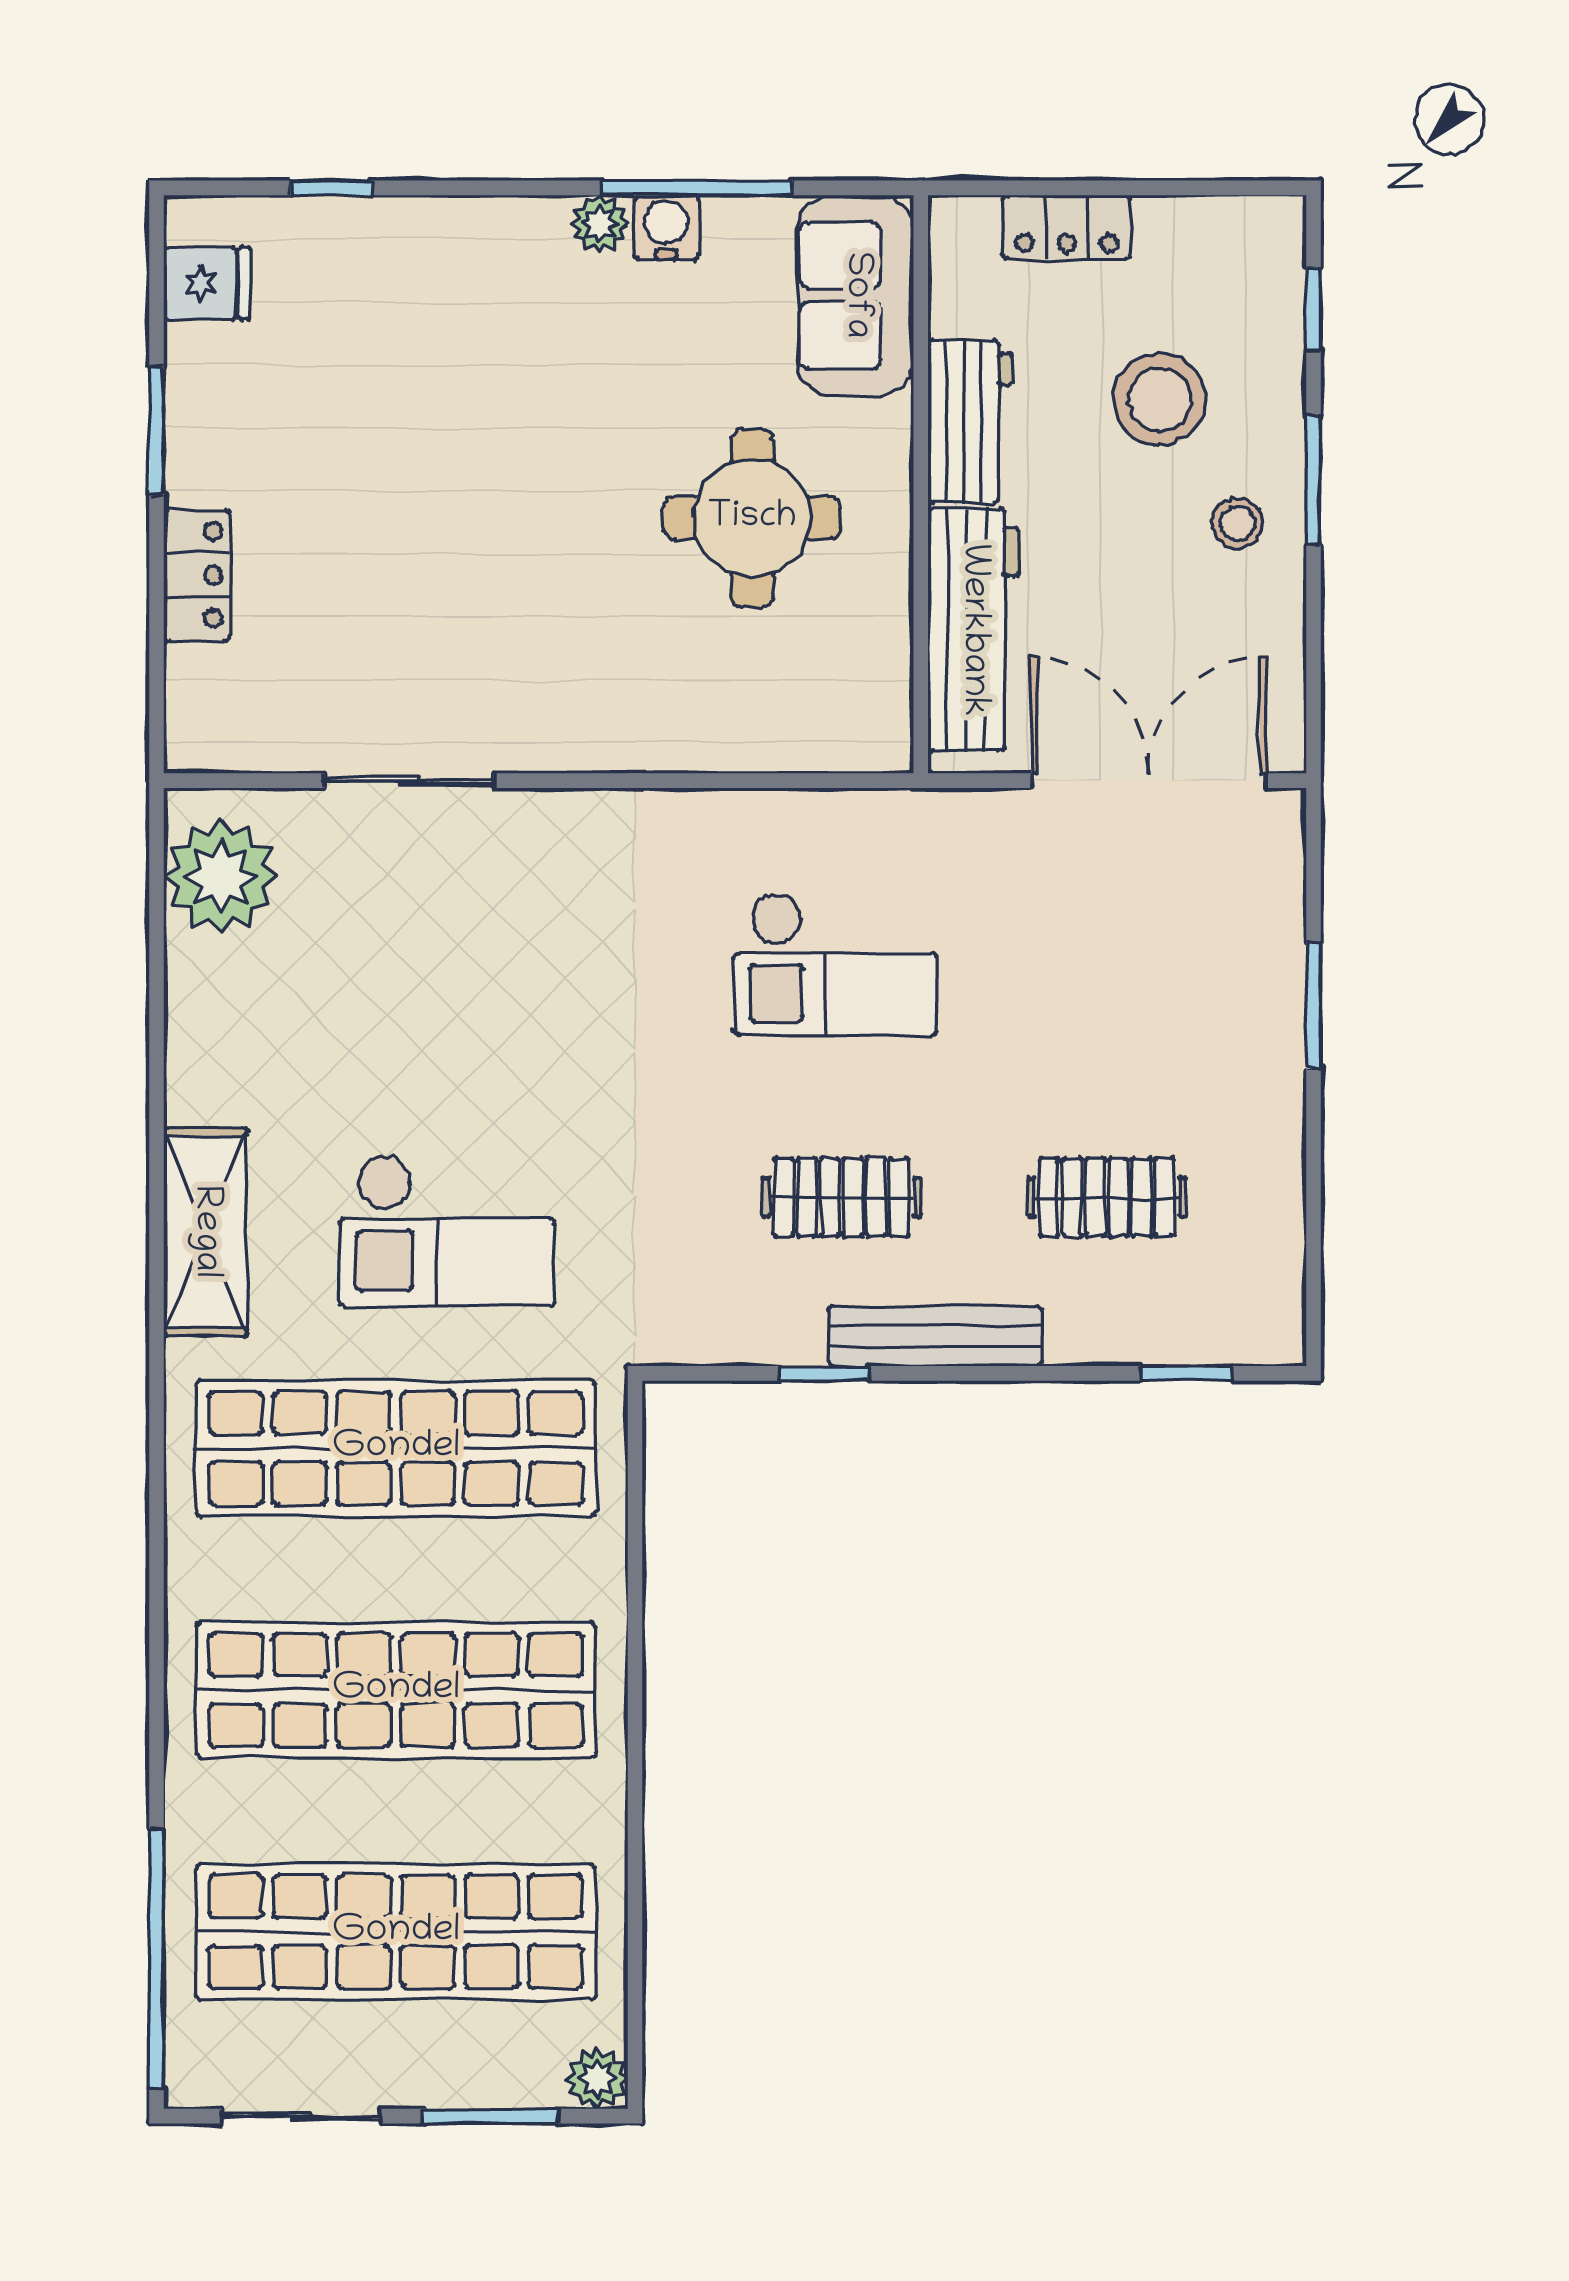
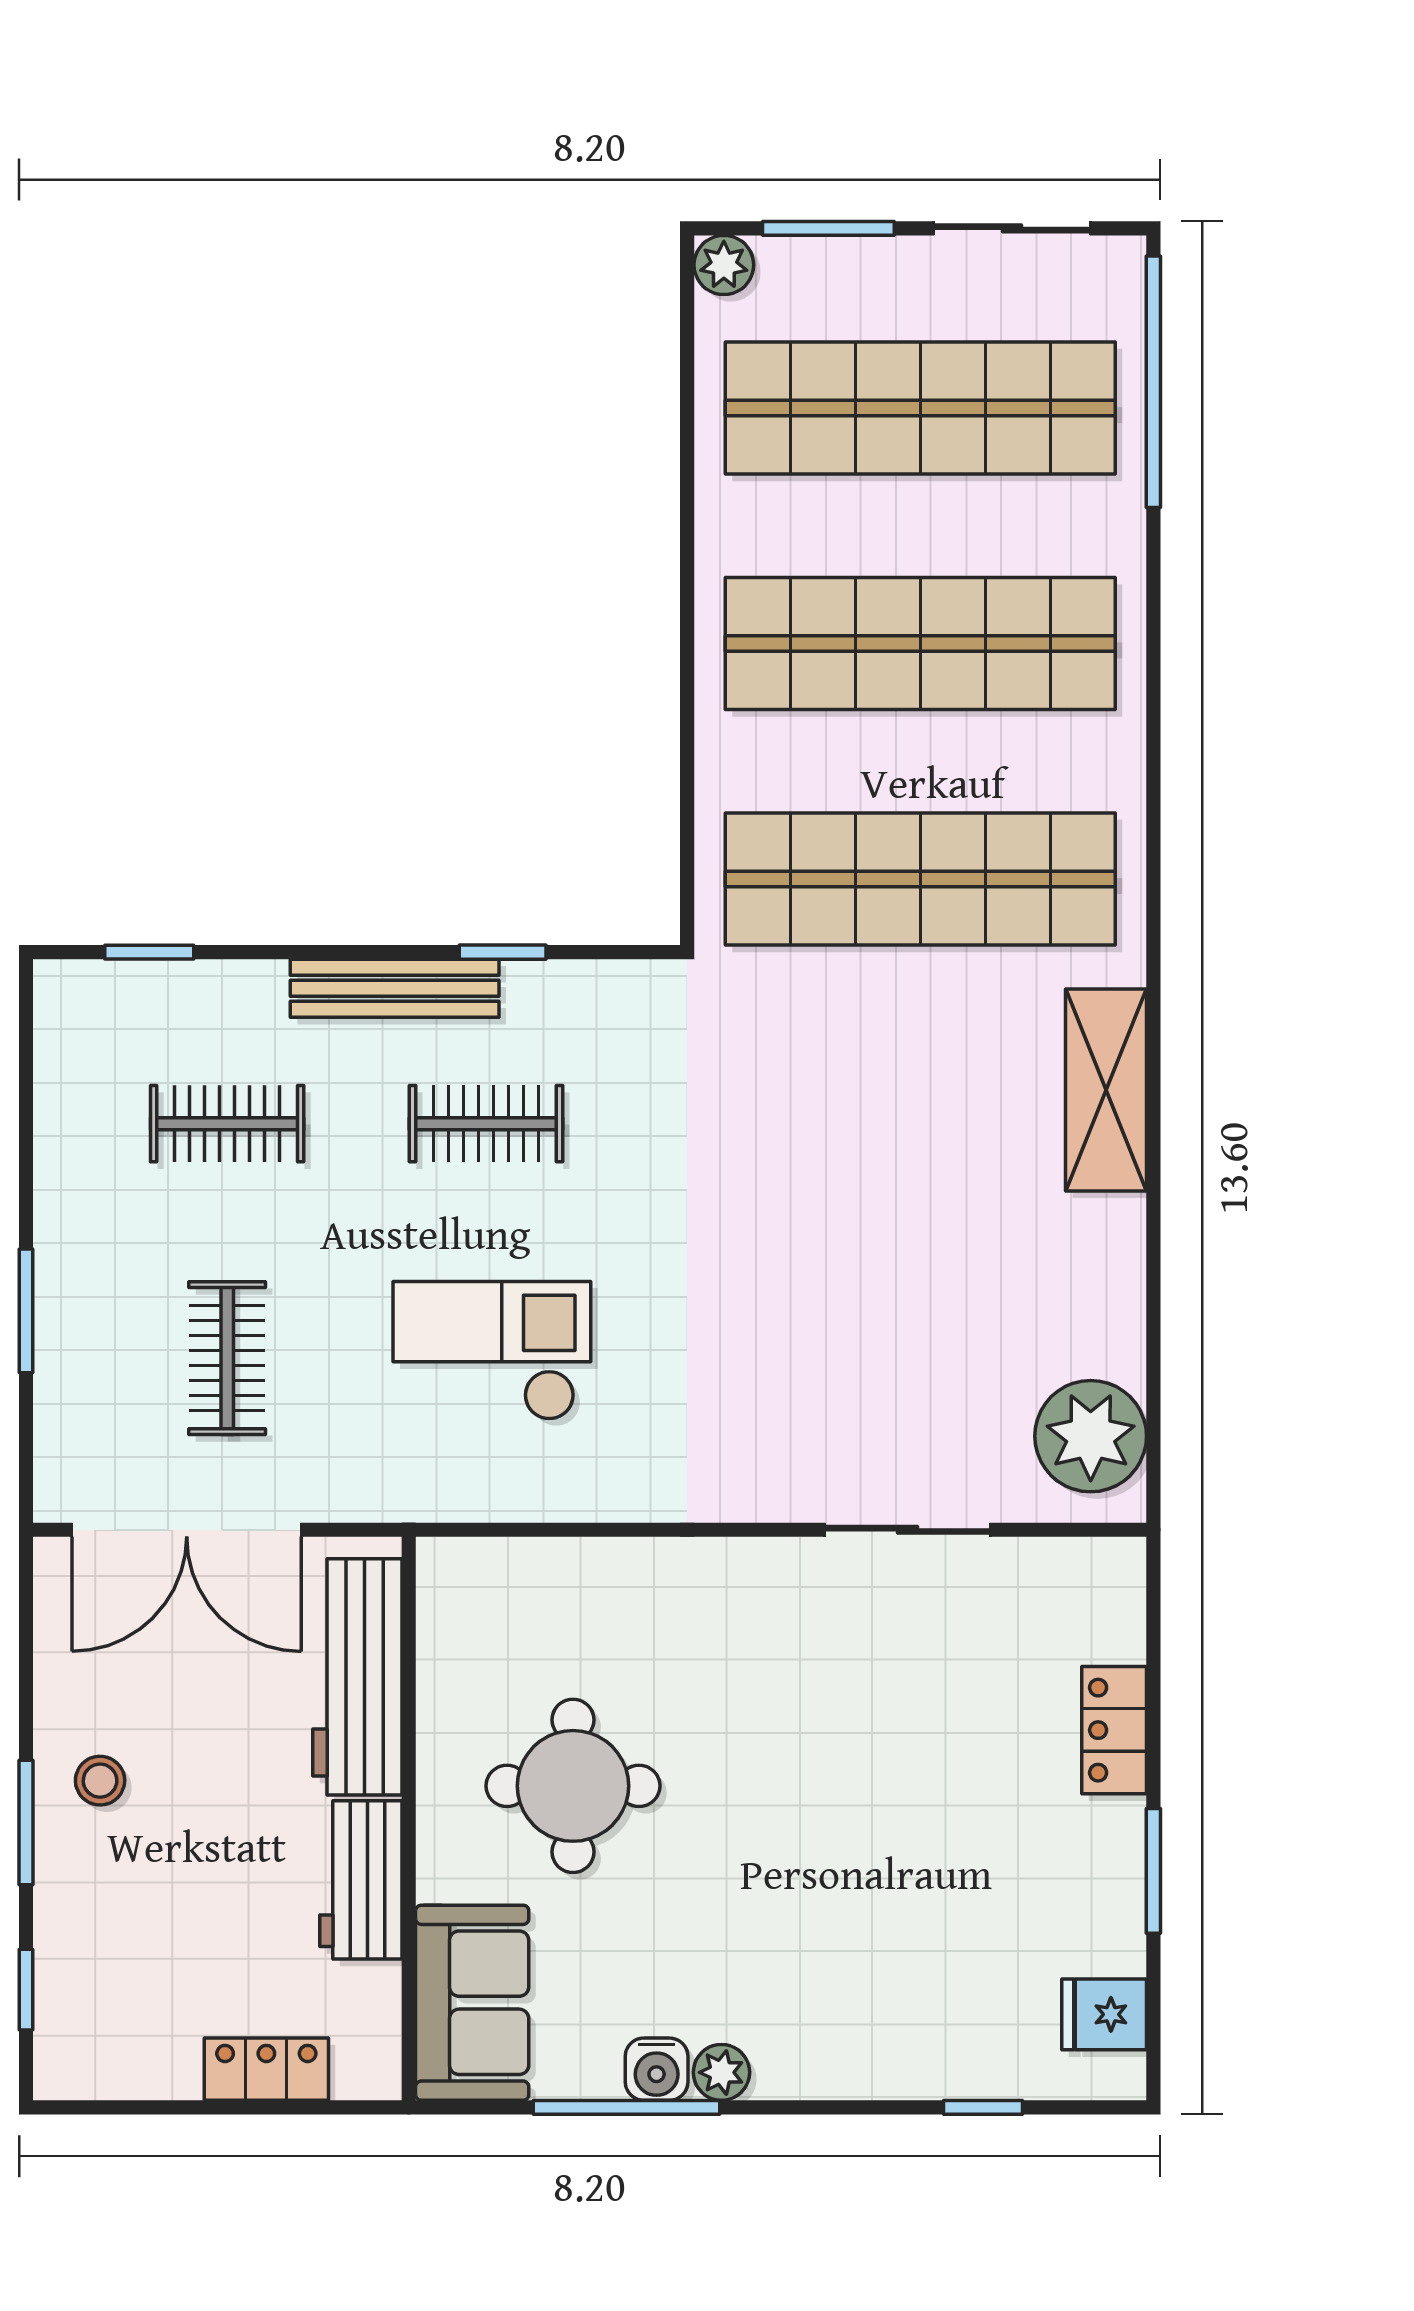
stool: (1160, 399) -> (176, 1901), removed
clothes rail: (1107, 957) -> (227, 1358), added
checkout: (447, 1231) -> (870, 1091), removed

